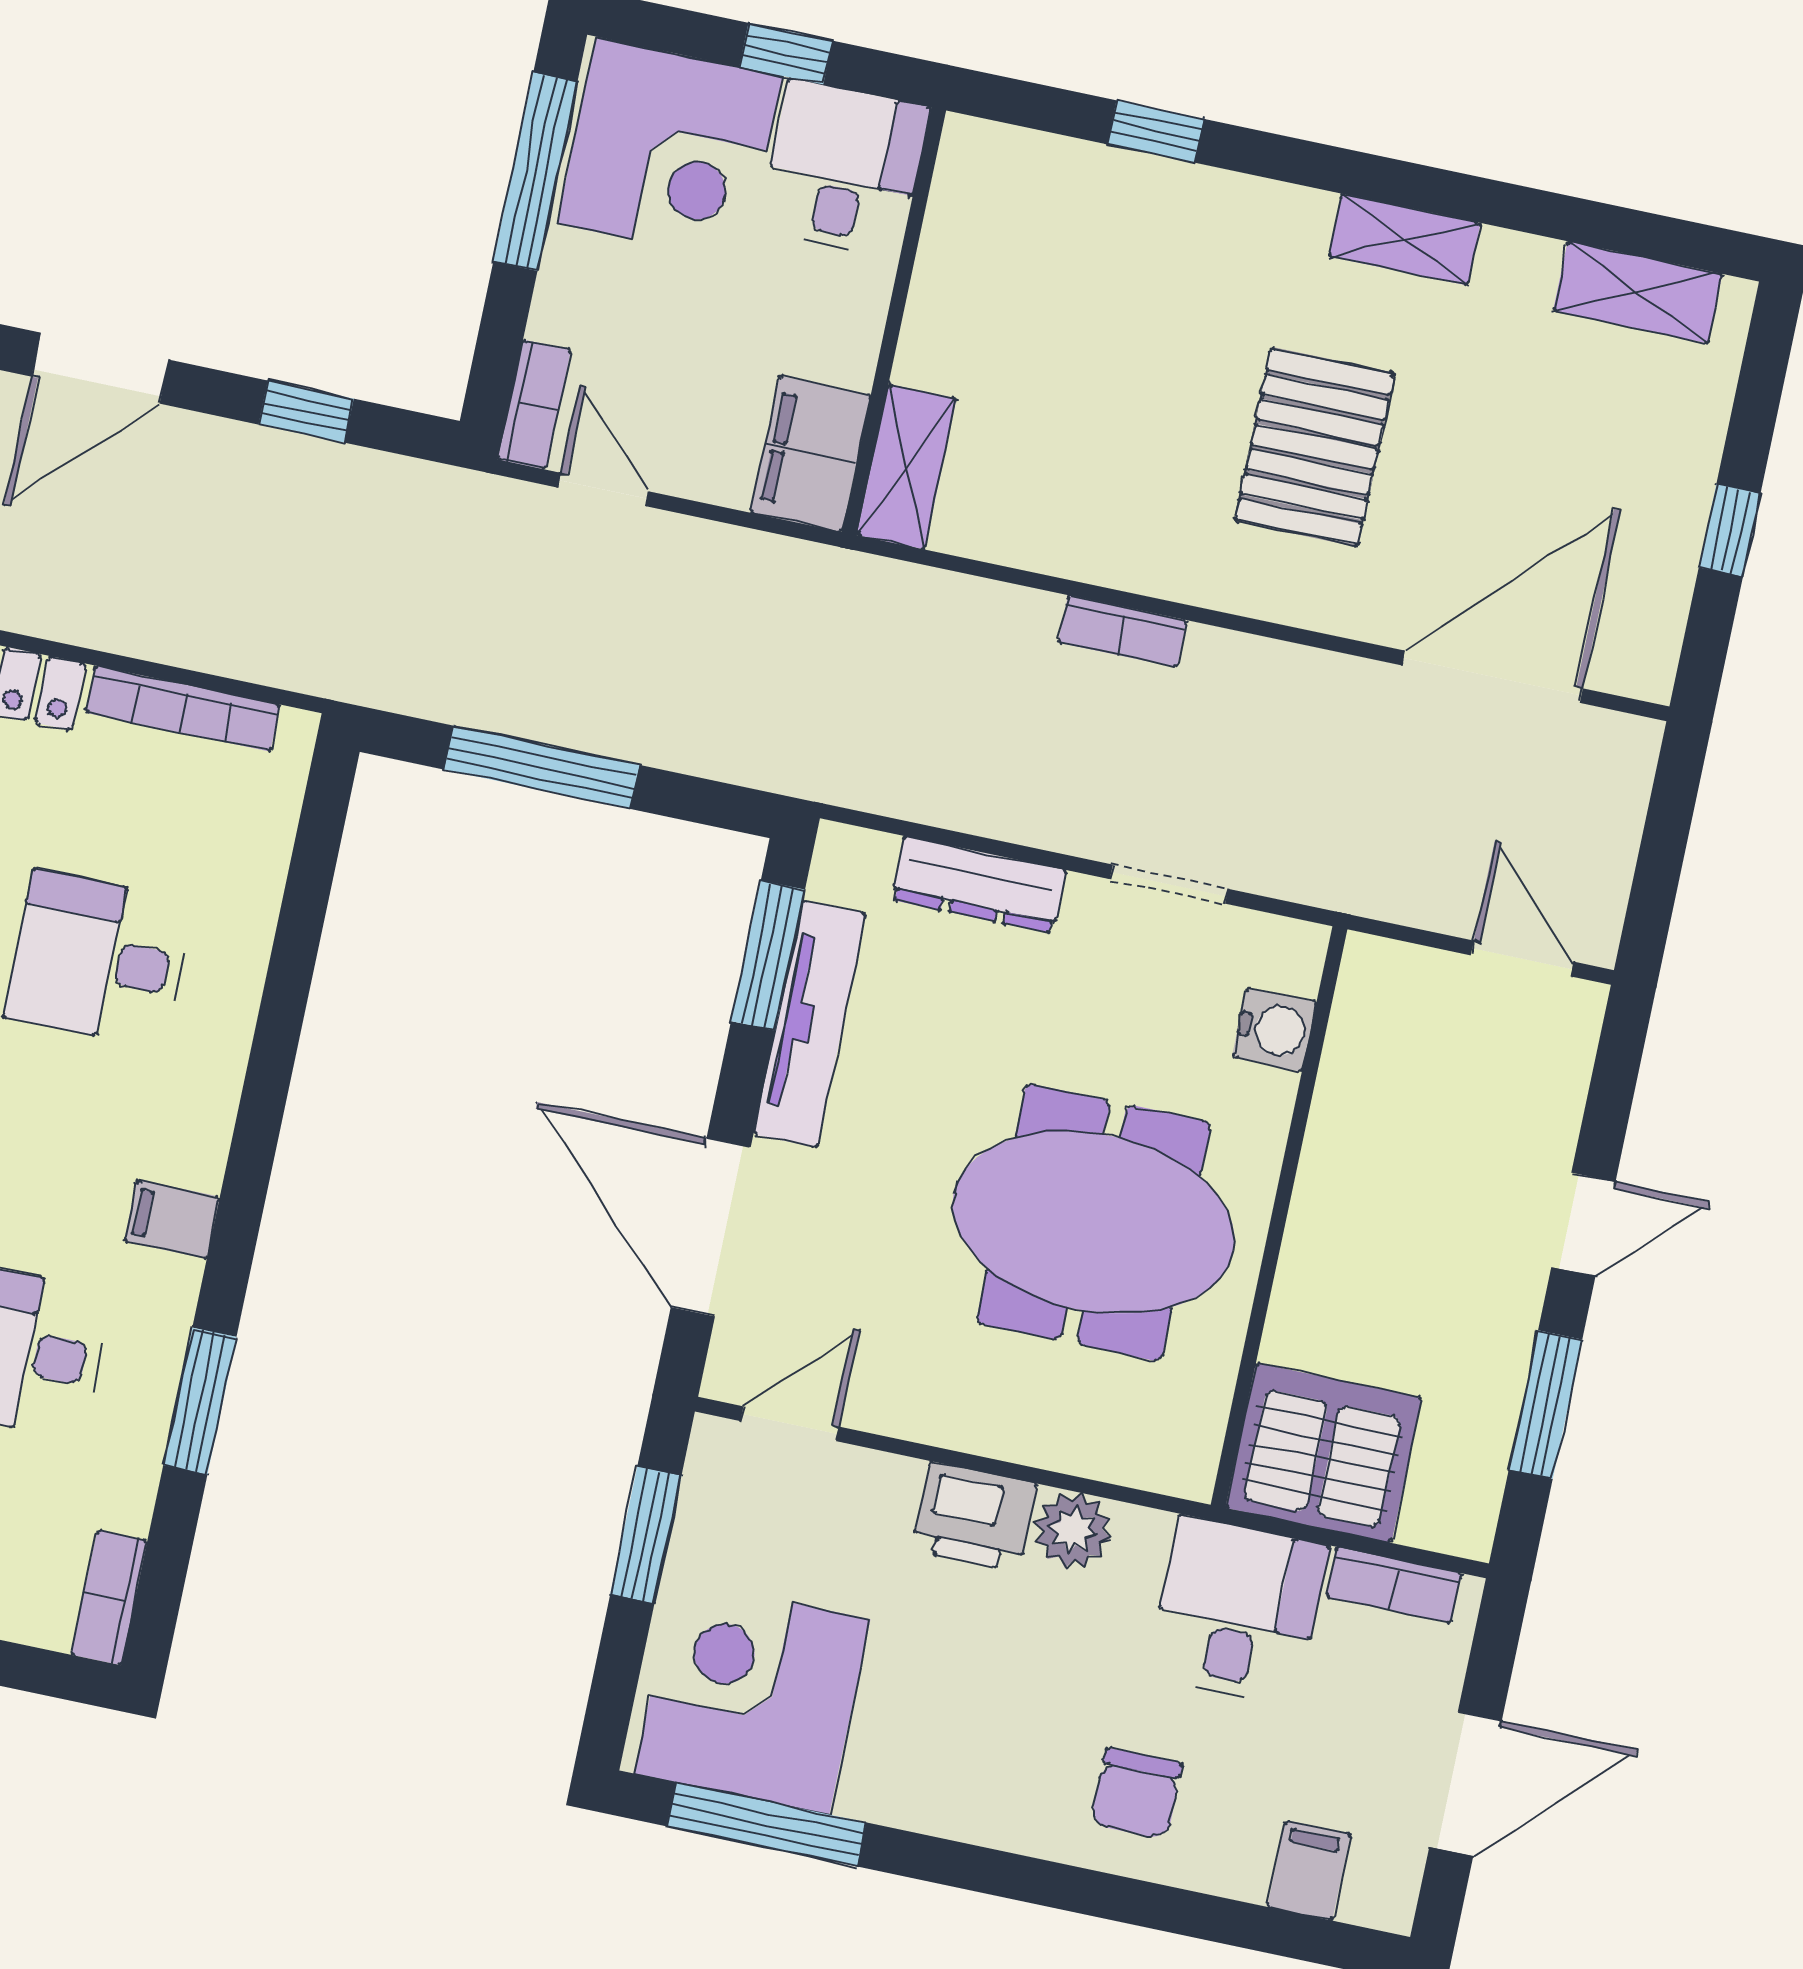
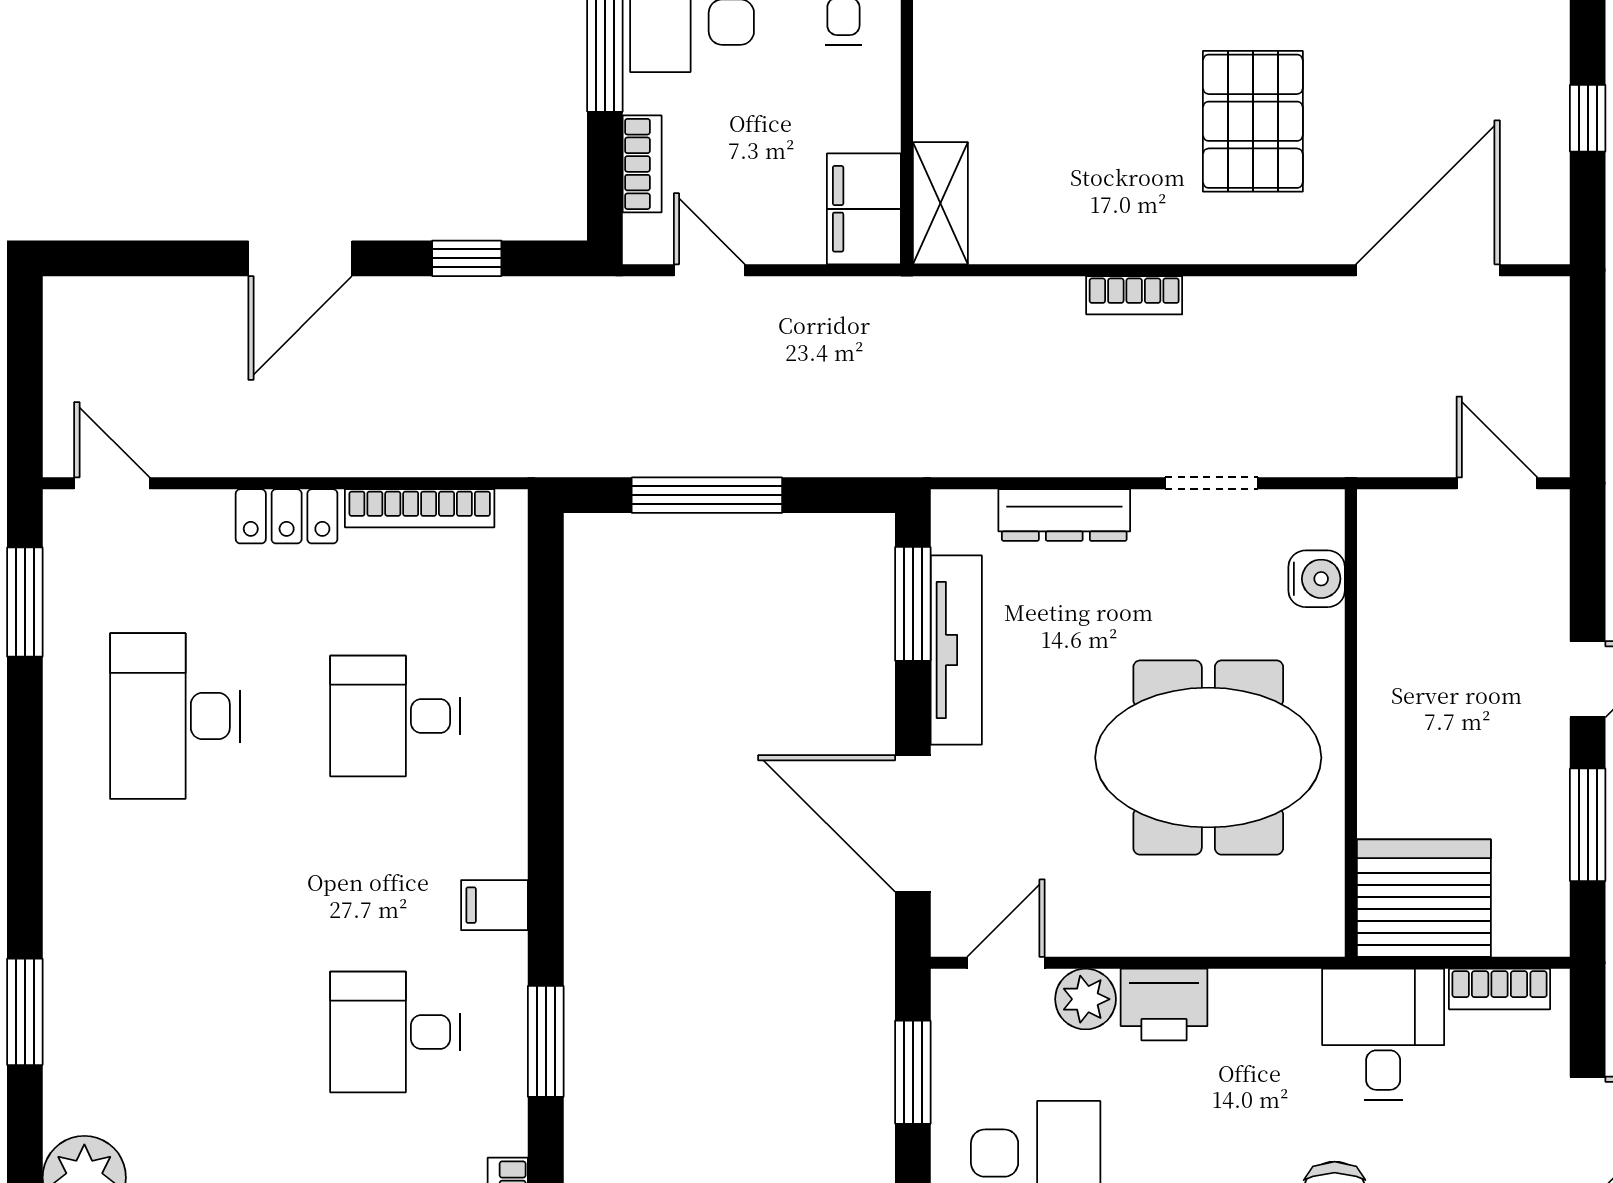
bookcase: (534, 405) -> (642, 164), moved
plant: (1073, 1530) -> (1086, 999), moved

